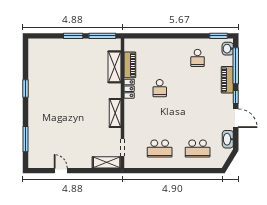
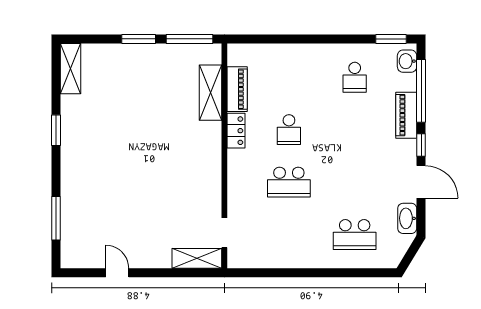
shelving: (115, 113) -> (71, 69), moved
school desk: (160, 149) -> (289, 182), moved

